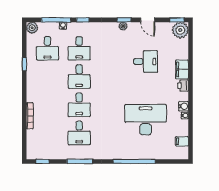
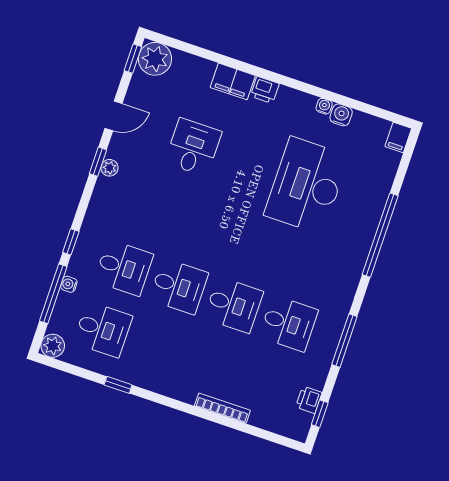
water cooler: (184, 106) -> (341, 115), moved
filing cabinet: (182, 141) -> (398, 137), moved
printer: (47, 154) -> (309, 400), added

